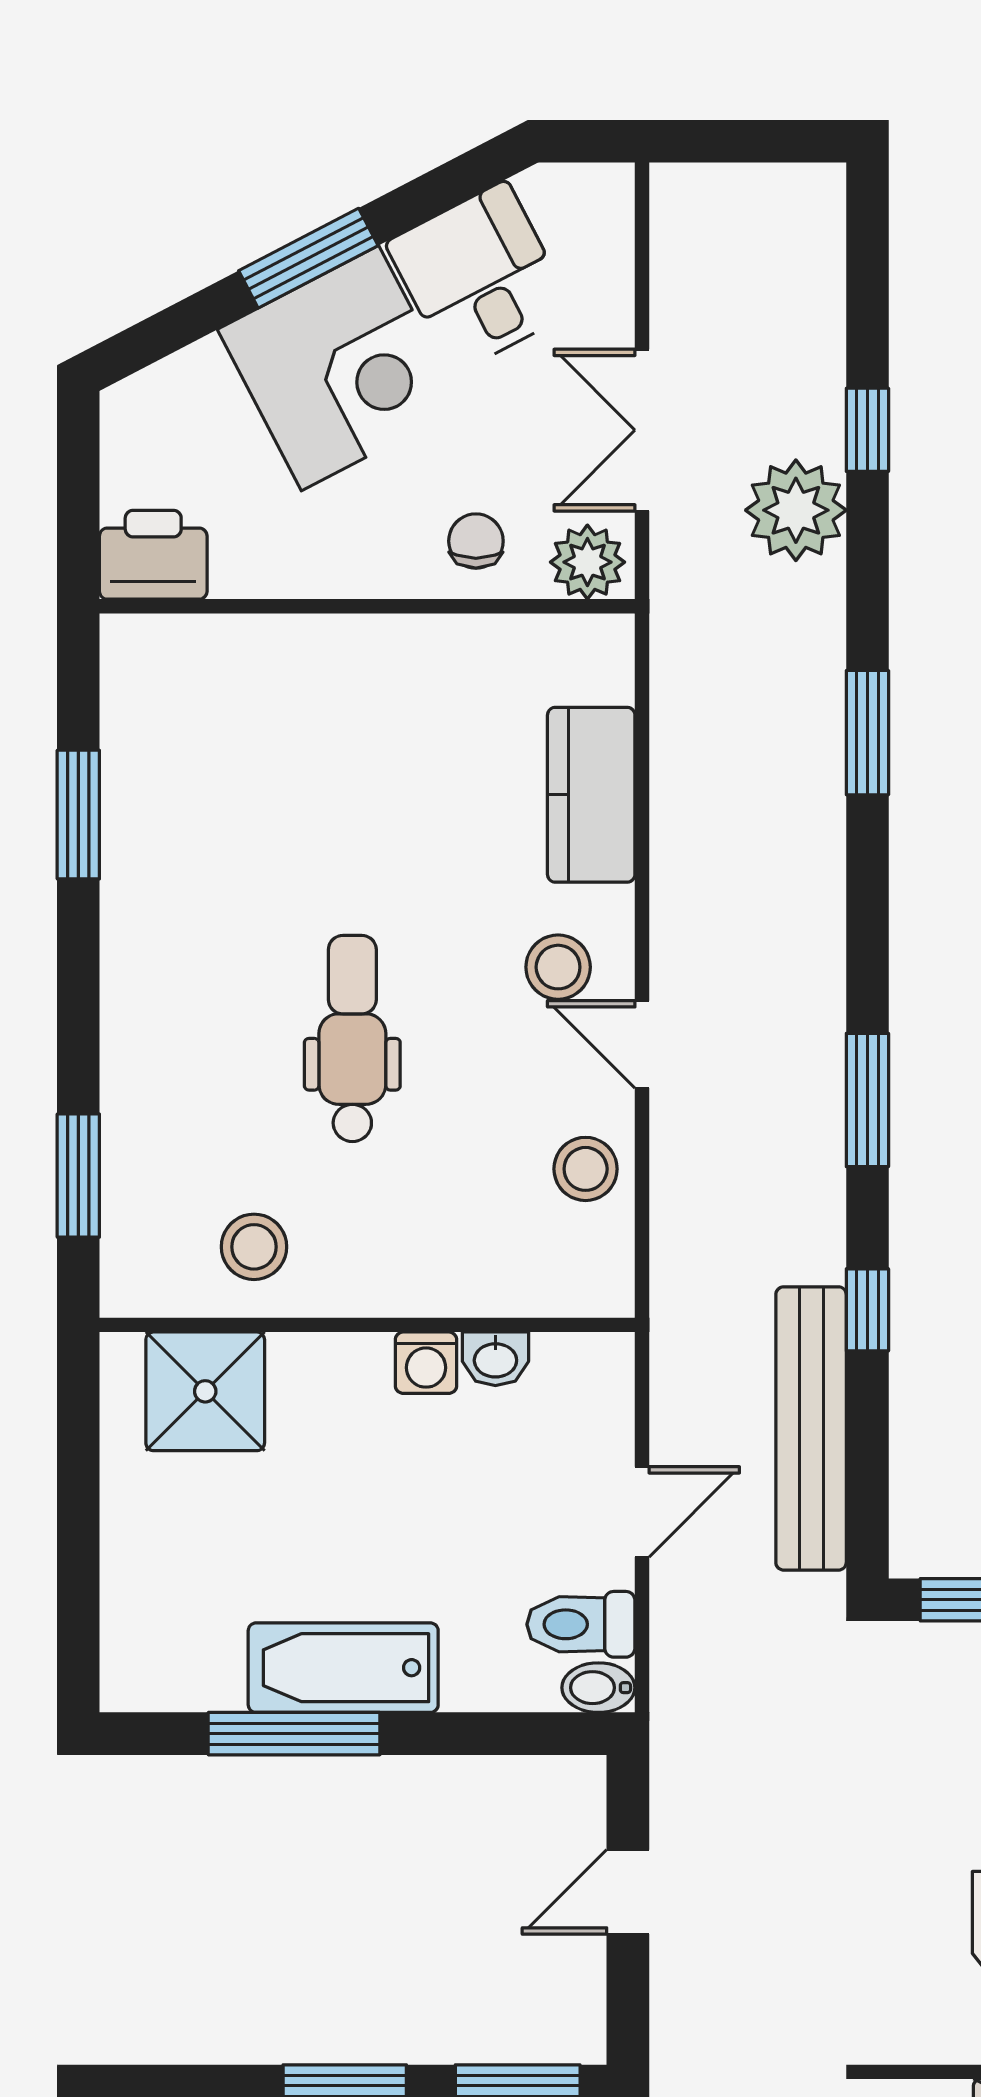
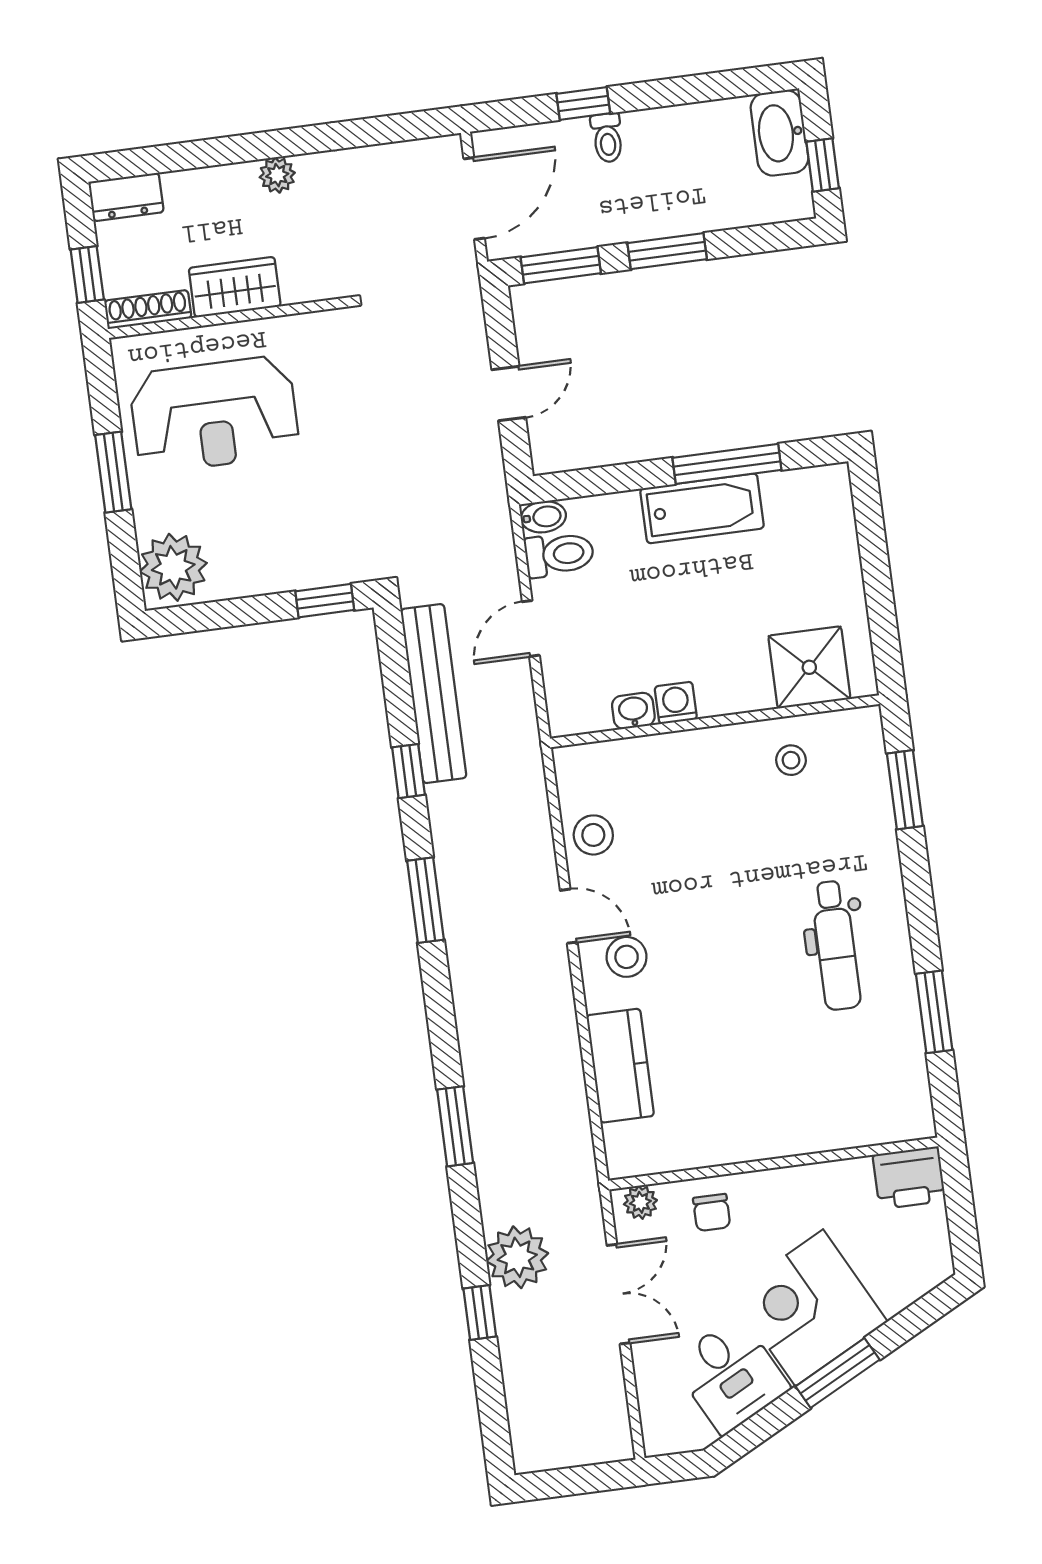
plant: (587, 562) -> (640, 1202), width x0.73, depth x0.73
dental chair: (352, 1038) -> (836, 945), moved
stool: (254, 1247) -> (791, 760), width x0.73, depth x0.73

